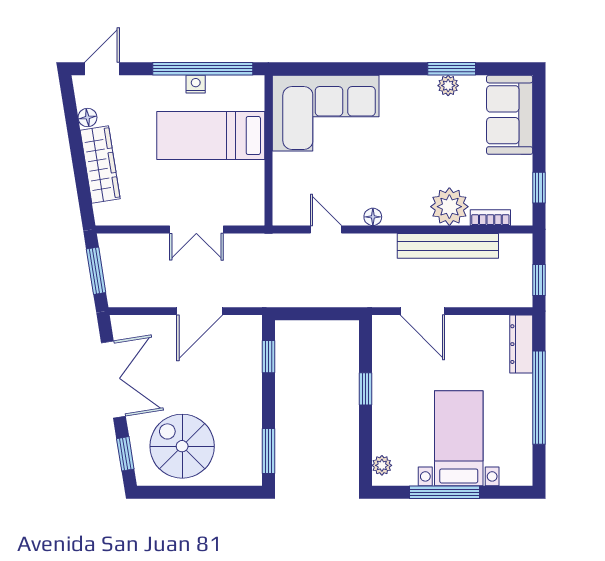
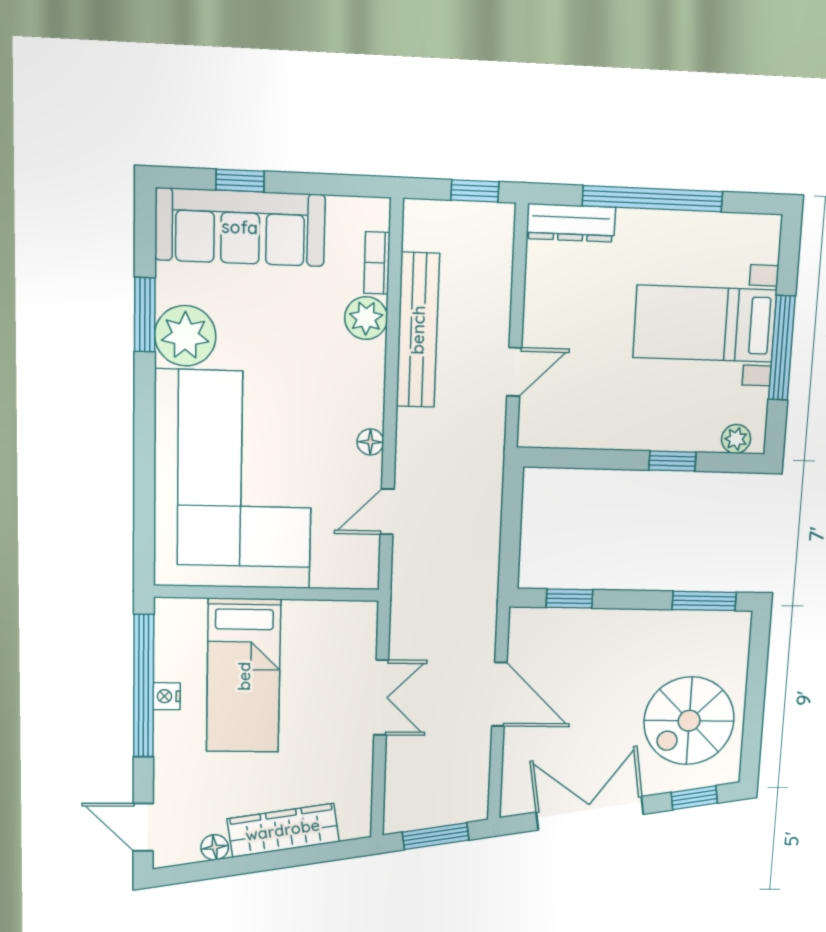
plant: (448, 86) -> (185, 336), width x1.87, depth x1.87
corner sofa: (326, 113) -> (233, 480), width x1.36, depth x1.36
sofa: (510, 115) -> (240, 227), width x1.36
window: (539, 188) -> (240, 181), moved
plant: (449, 207) -> (366, 318), width x0.73, depth x0.73
door: (422, 311) -> (514, 372), width x0.73
window: (365, 389) -> (672, 461), moved

